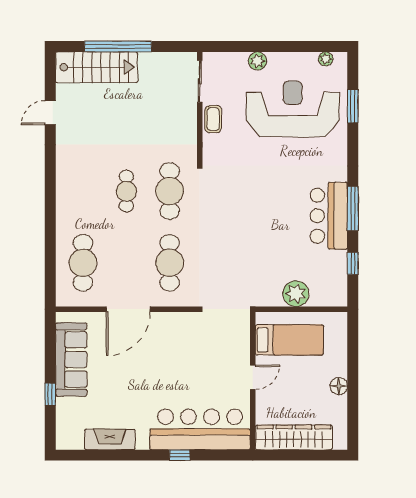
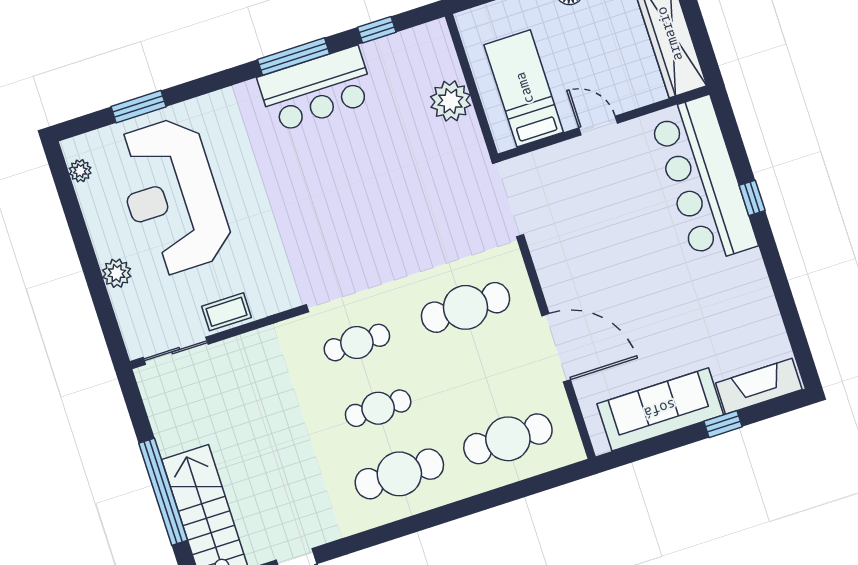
cafe table: (83, 191) -> (399, 474), added
cafe table: (170, 191) -> (357, 343), width x0.73, depth x0.74
fireplace: (110, 439) -> (759, 386), moved, turned 90

